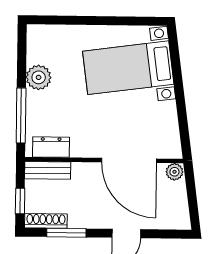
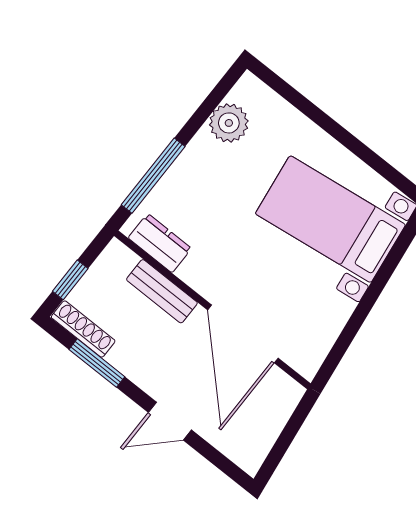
plant: (39, 77) -> (229, 123), moved
bench: (48, 170) -> (162, 291), moved
plant: (174, 172) -> (288, 391), removed

